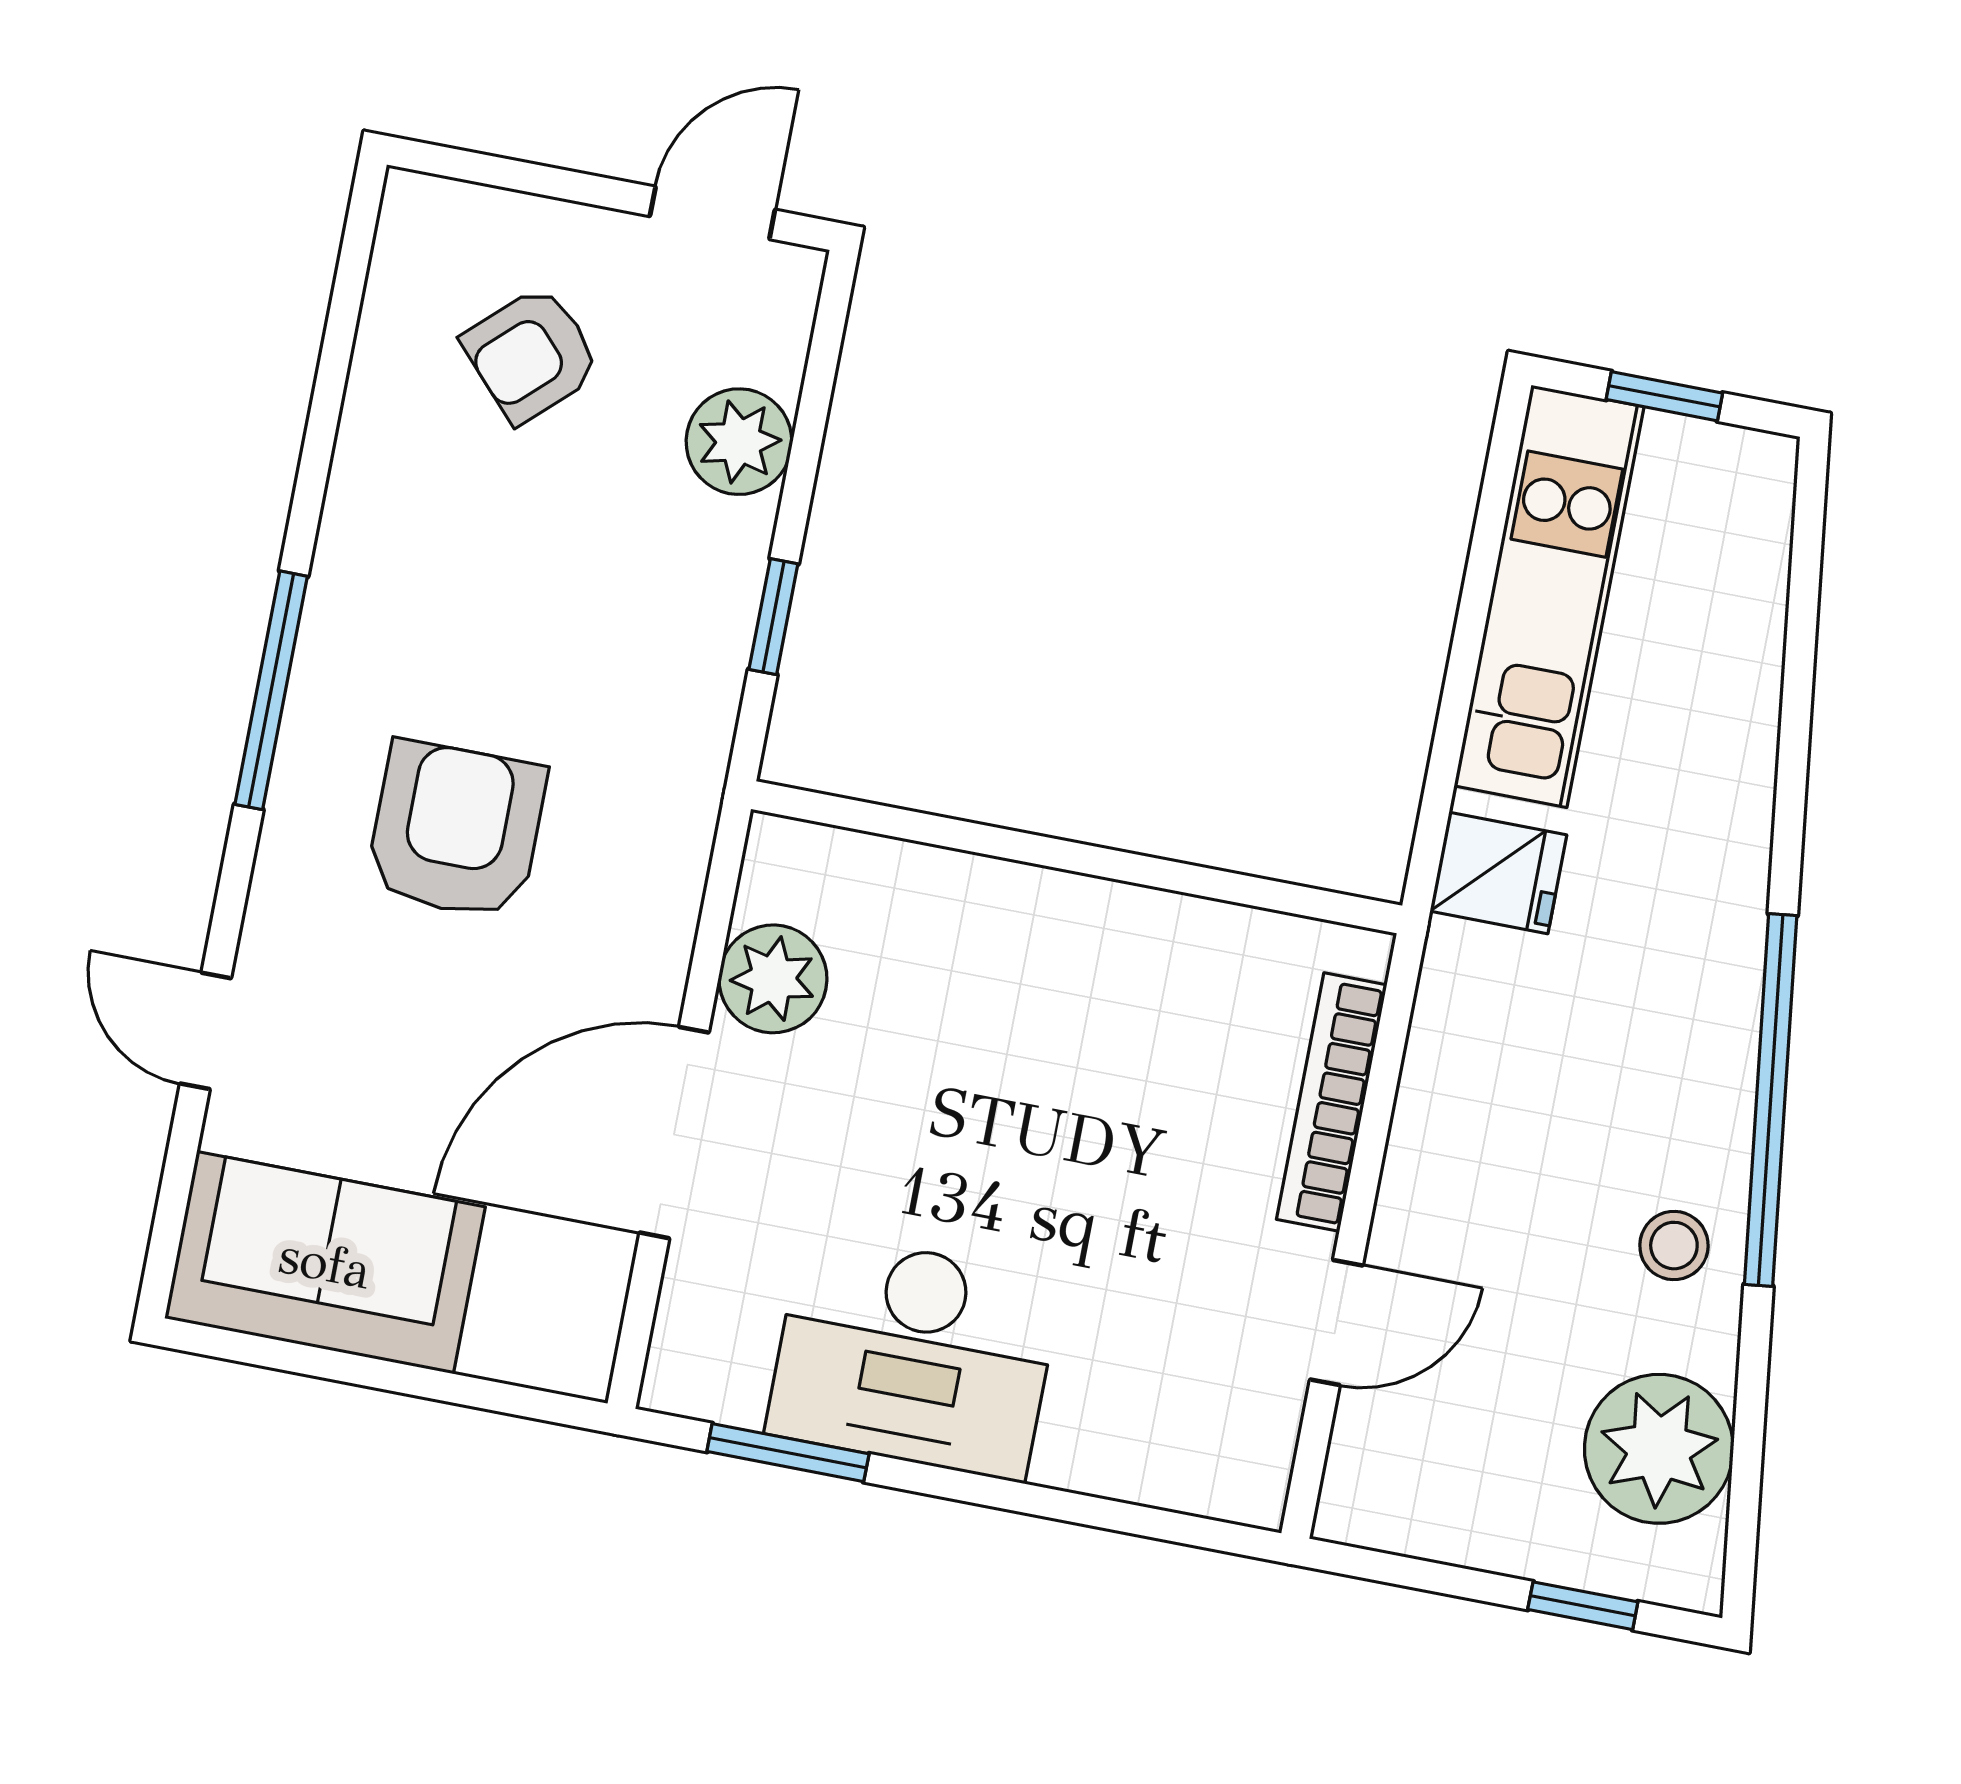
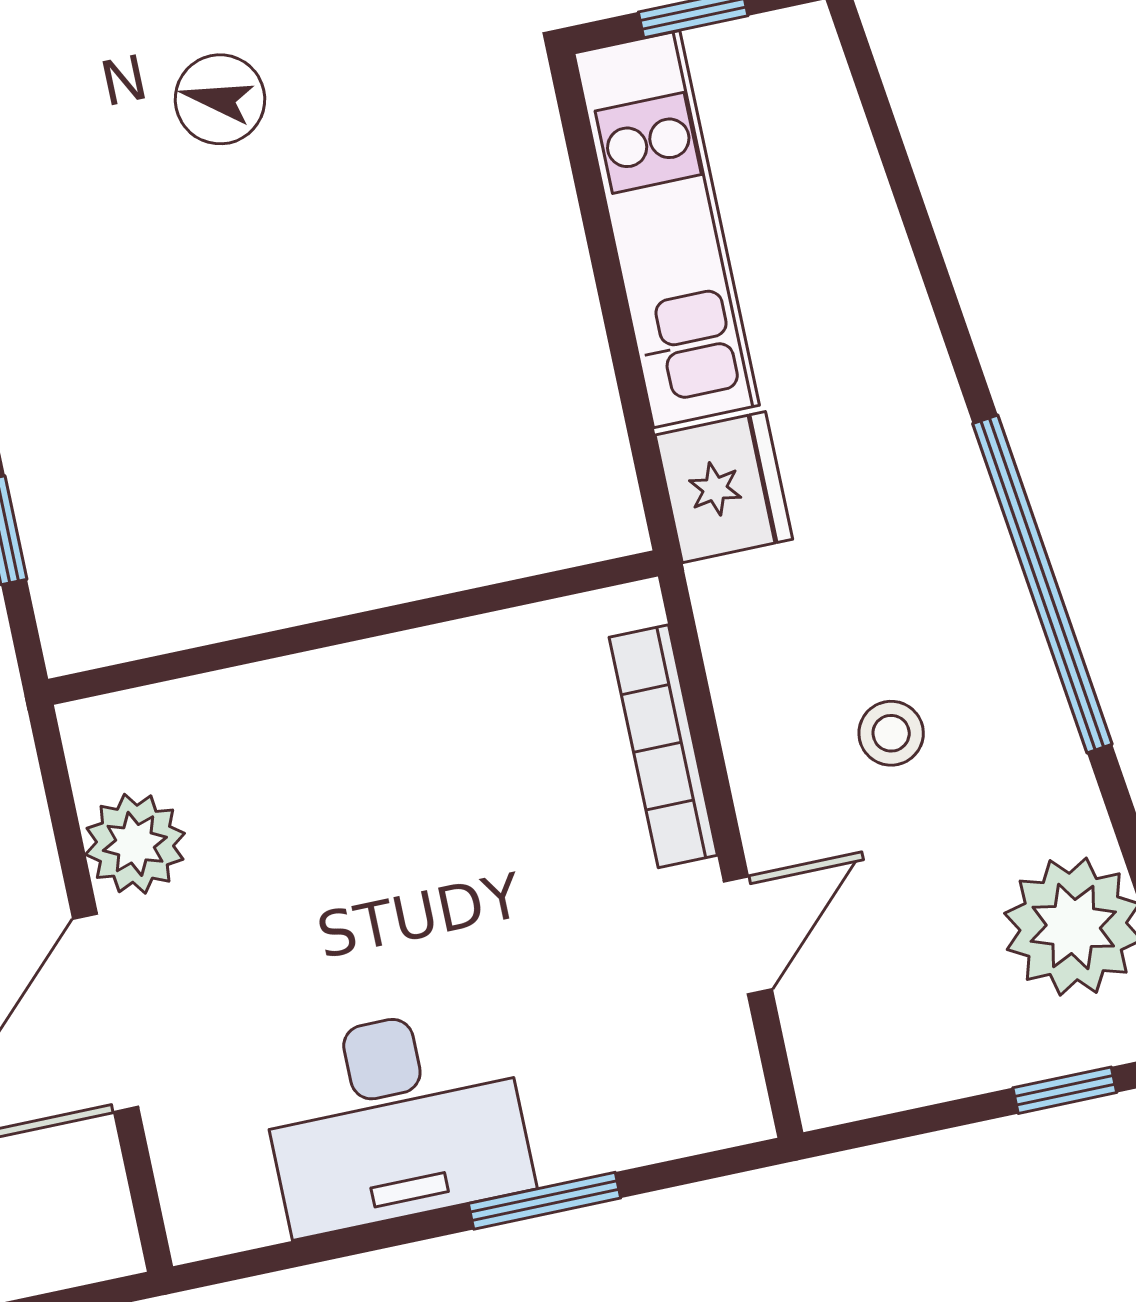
fridge: (1498, 873) -> (724, 487), width x1.38
stool: (1674, 1246) -> (891, 733), moved
window: (788, 1453) -> (545, 1201), moved

